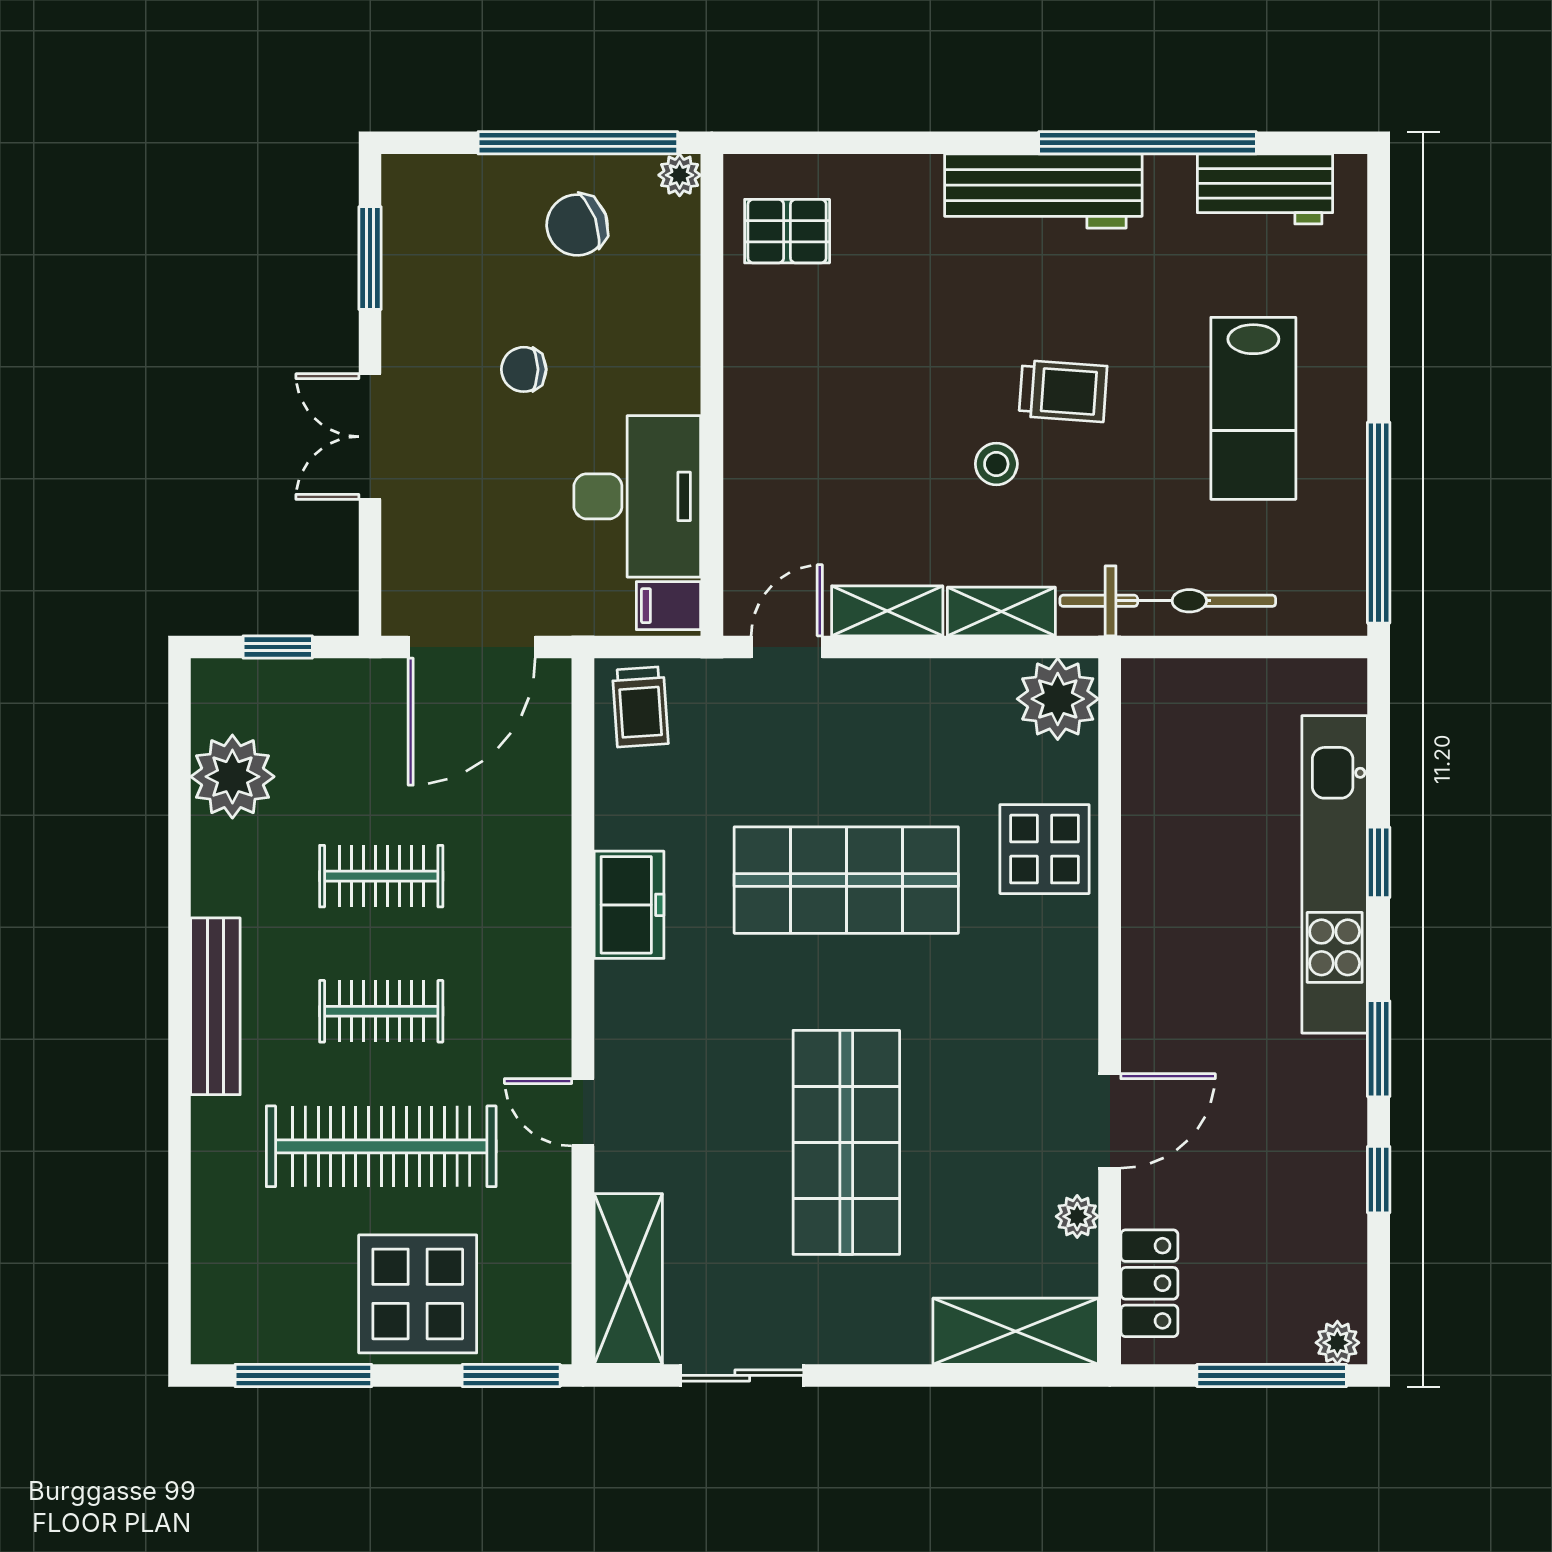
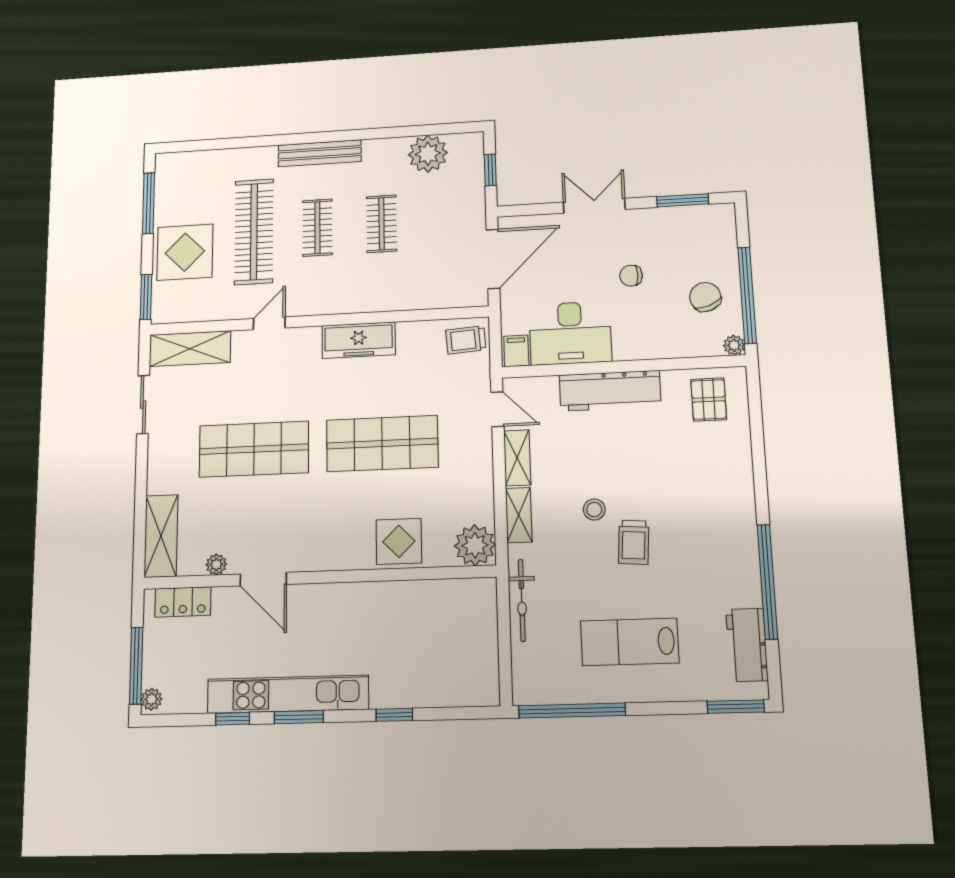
workbench: (1043, 191) -> (610, 391), moved, turned -90
window: (1379, 217) -> (736, 707), added
chair: (524, 369) -> (631, 276), turned -90
bicycle: (1168, 601) -> (522, 600), width x0.73, depth x0.71
door: (472, 647) -> (493, 259), swing flipped
kitchen unit: (1335, 874) -> (288, 694), moved
shop shelf: (846, 880) -> (382, 443), turned 90
freezer: (629, 905) -> (359, 340), width x1.40

